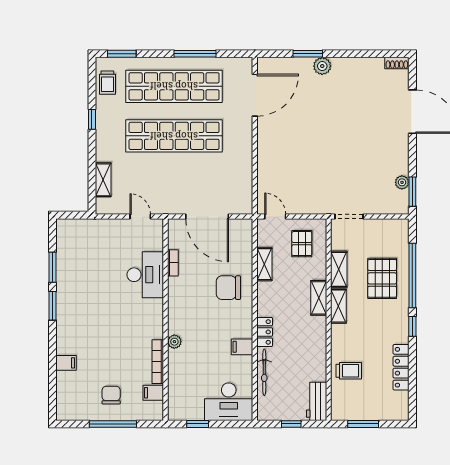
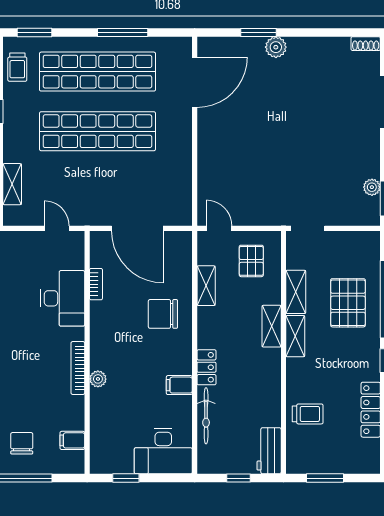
bookcase: (158, 362) -> (78, 368), moved

